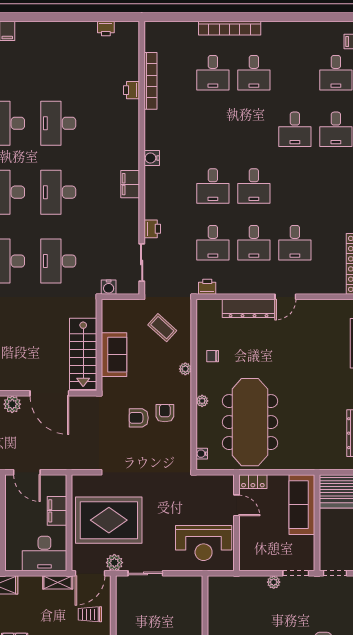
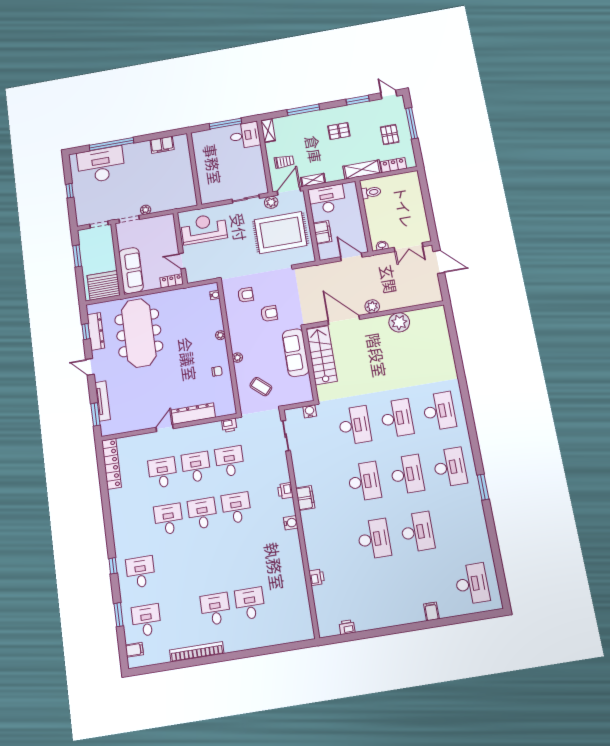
bookcase: (230, 28) -> (197, 652), moved
bookcase: (150, 81) -> (302, 588), removed
desk: (295, 129) -> (169, 519), moved
printer: (152, 229) -> (285, 491), moved
sofa: (114, 355) -> (296, 353), width x1.36
armchair: (165, 413) -> (246, 295), moved, turned -90
meeting table: (250, 422) -> (139, 333), moved

